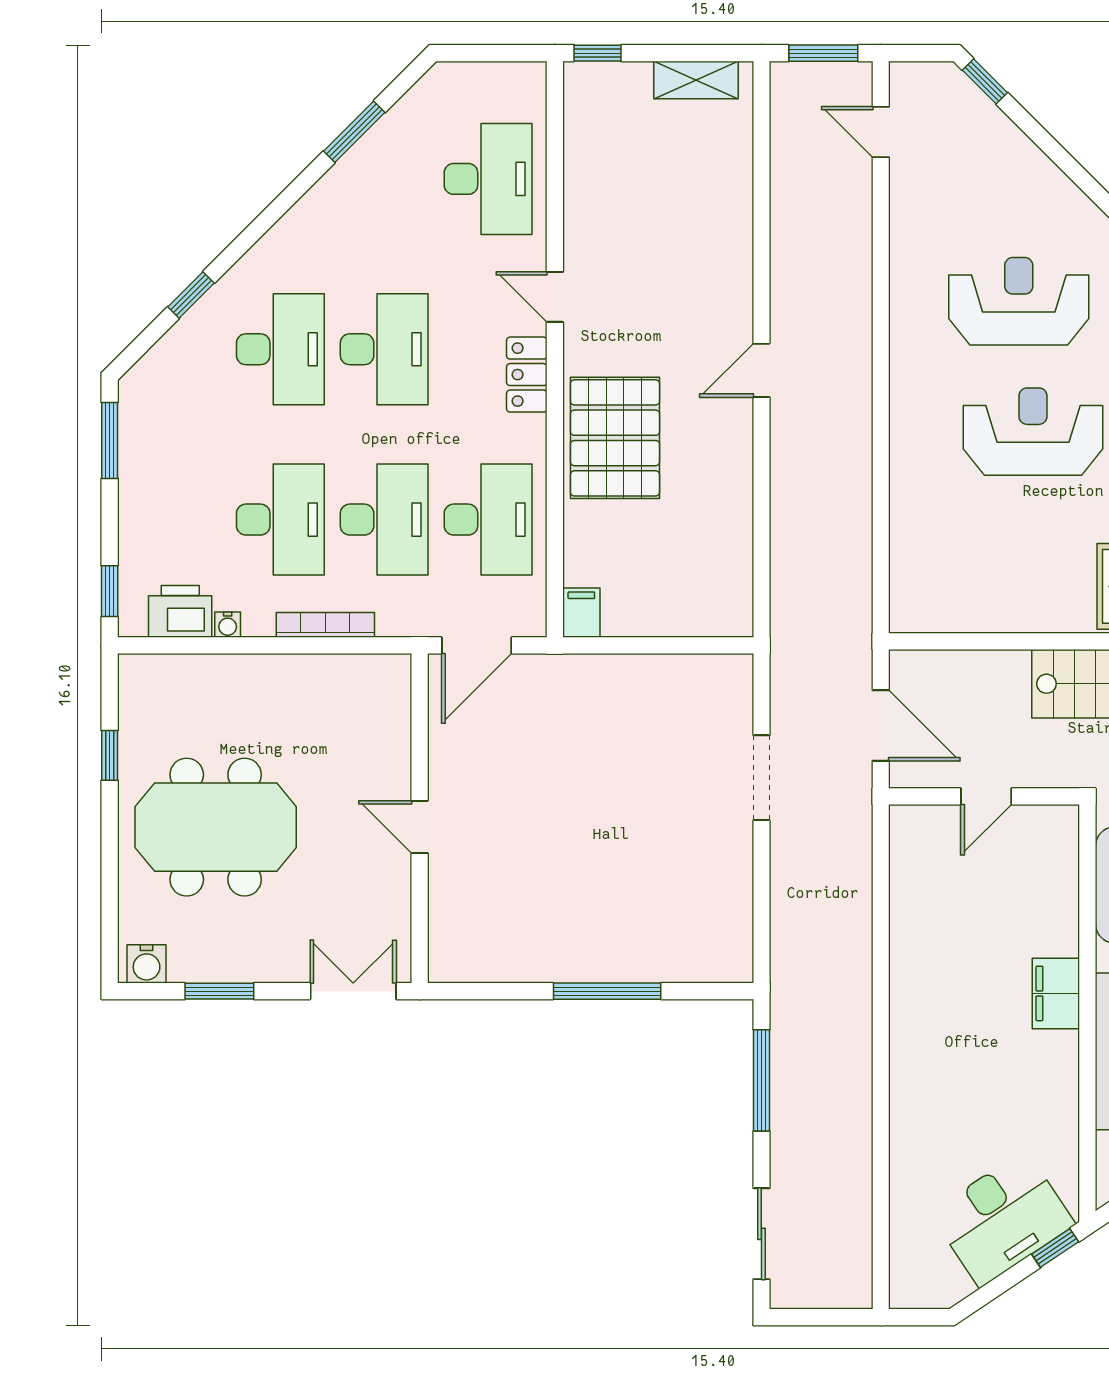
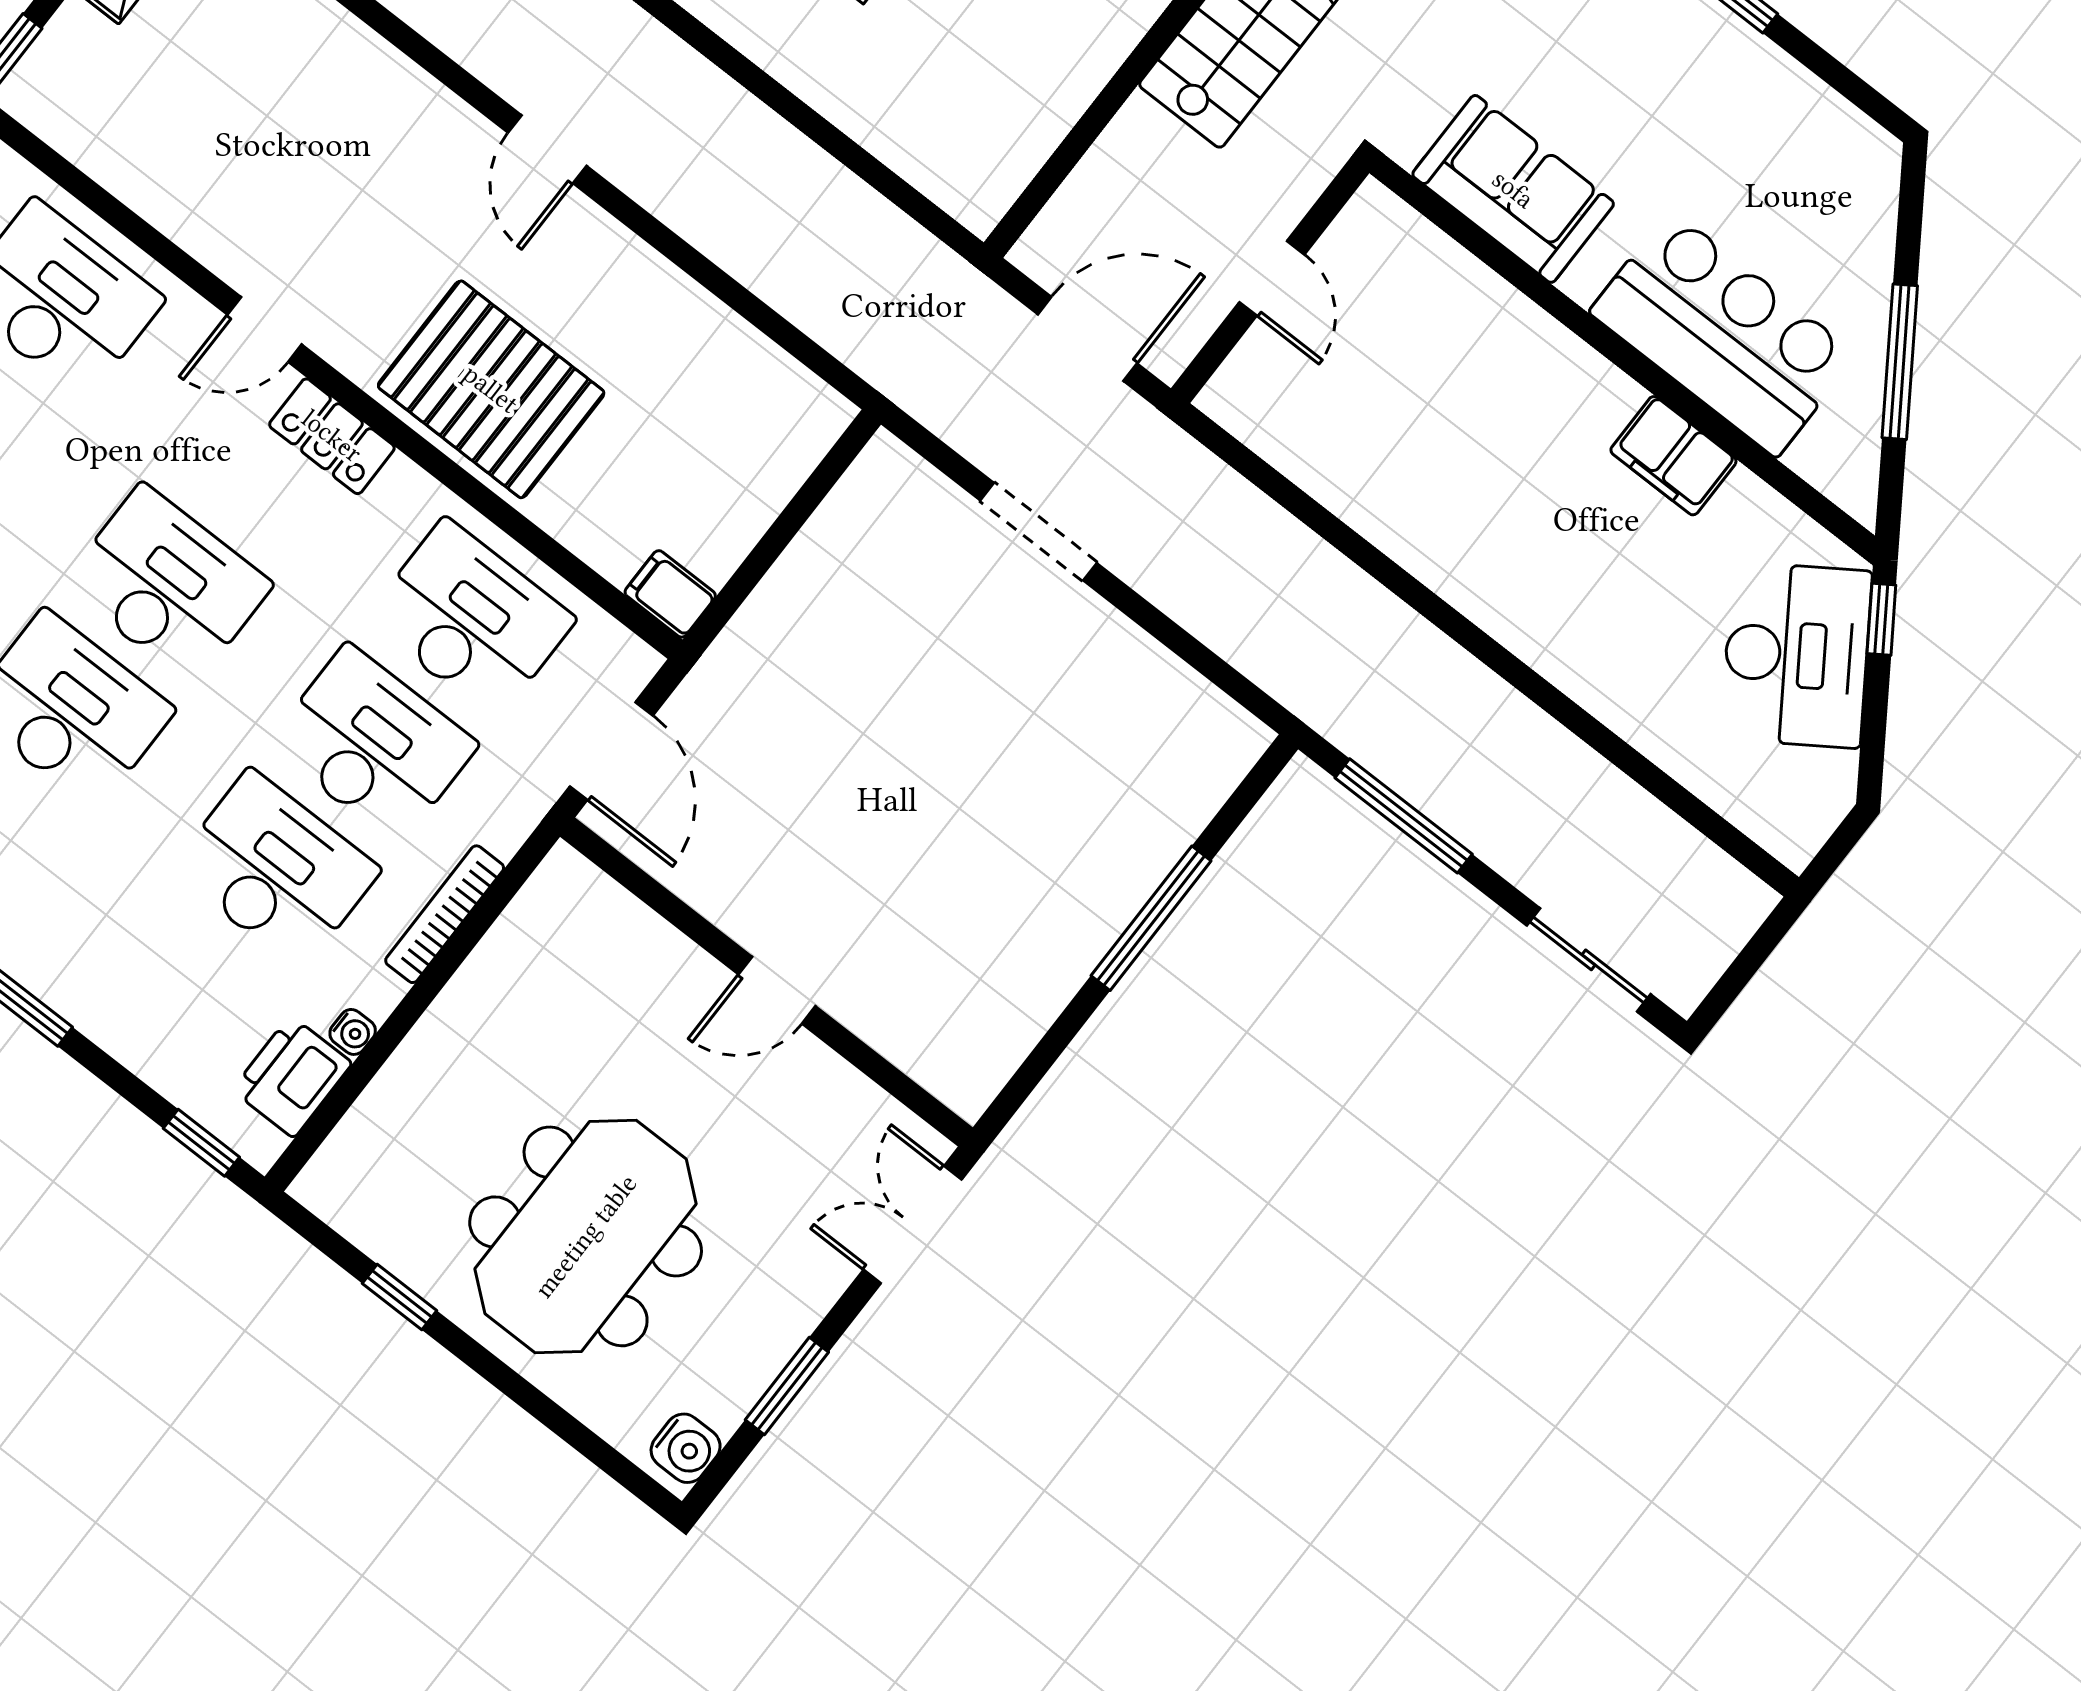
filing cabinet: (1056, 993) -> (1673, 456), moved

